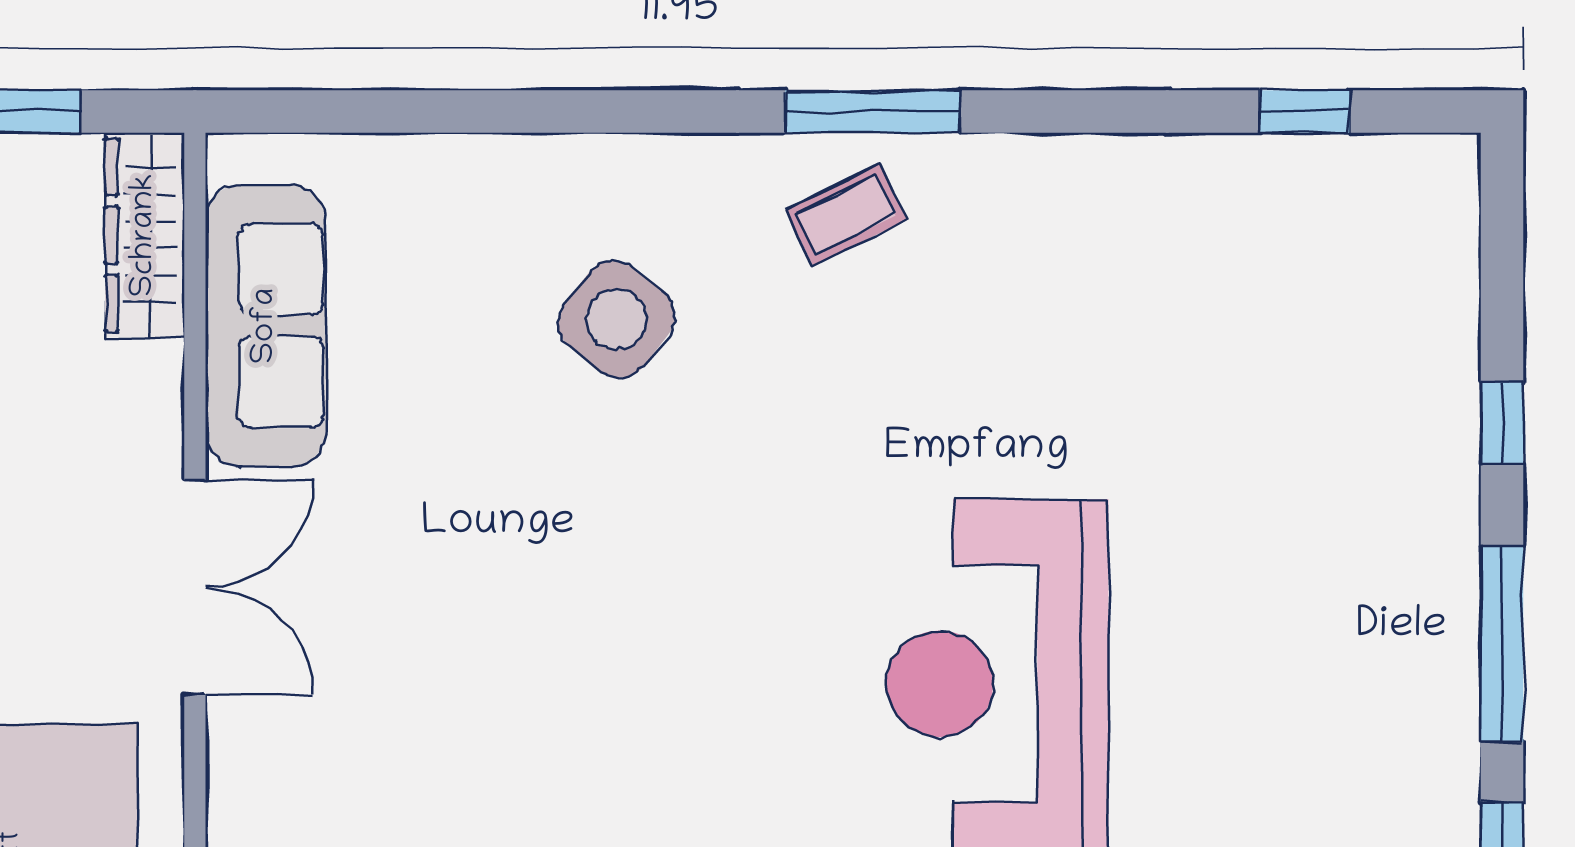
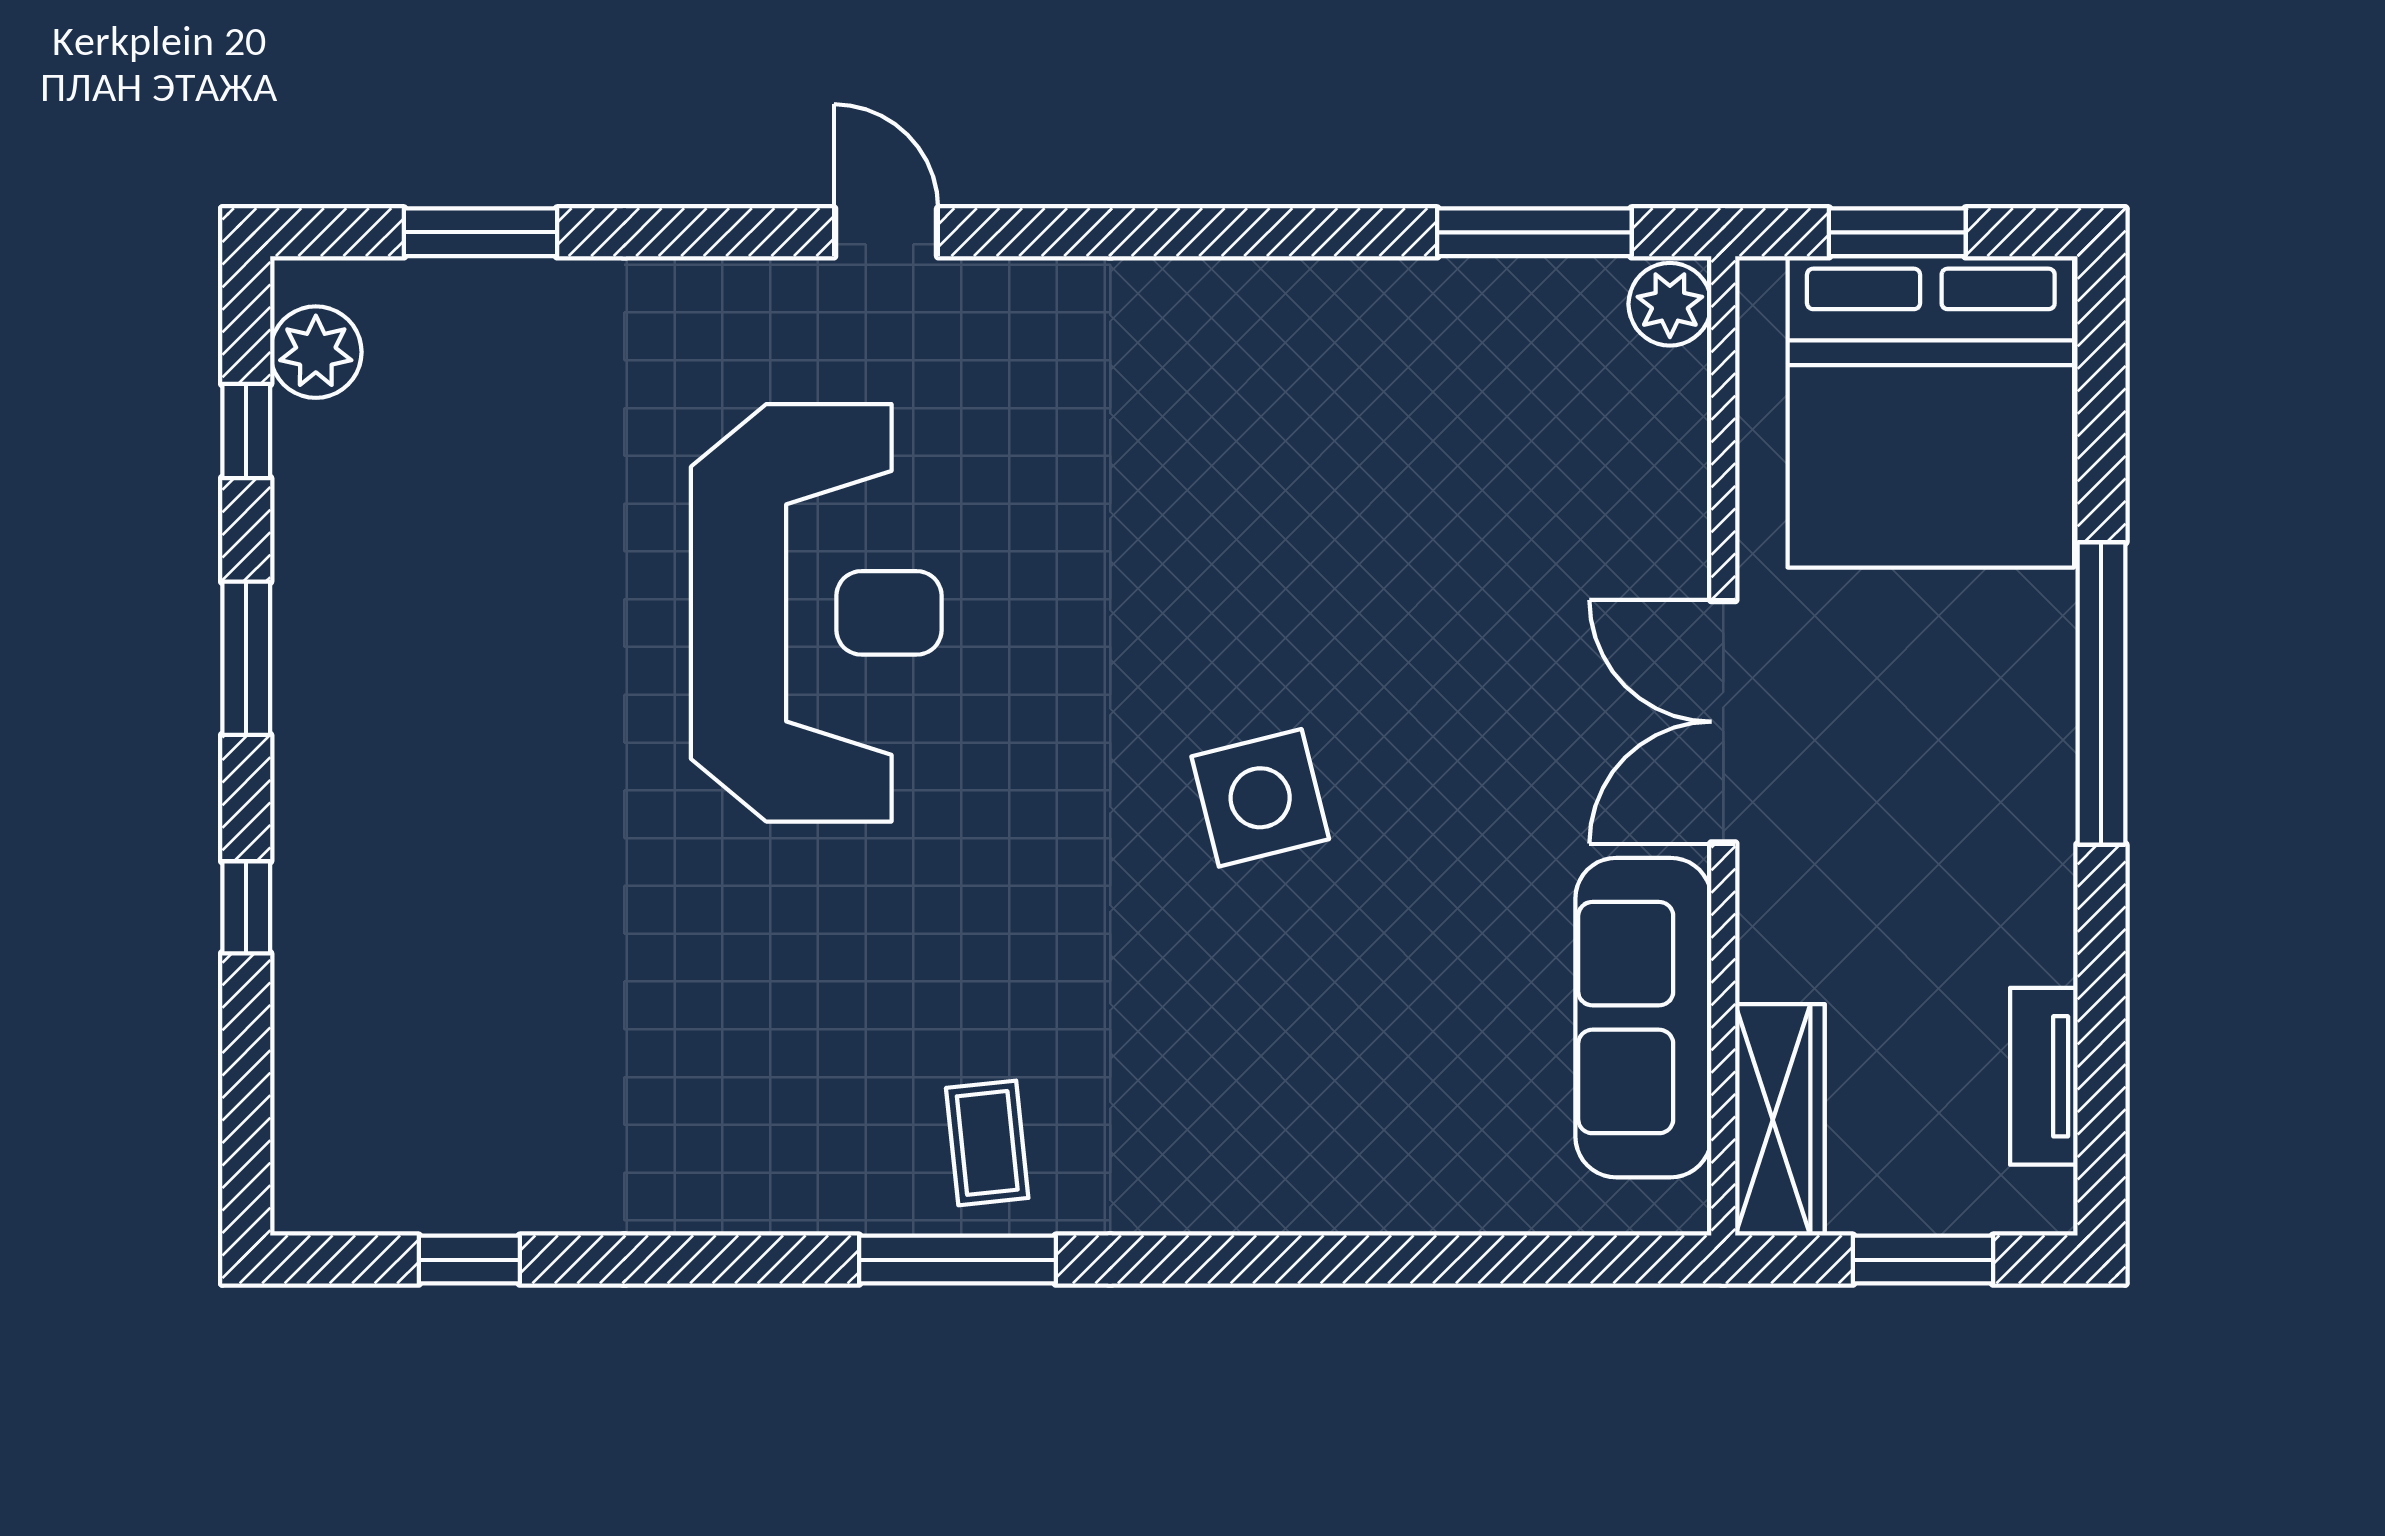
coffee table: (846, 215) -> (987, 1143), turned -70
side table: (616, 319) -> (1260, 798), moved, turned 38
window: (1502, 644) -> (246, 658), width x0.69

